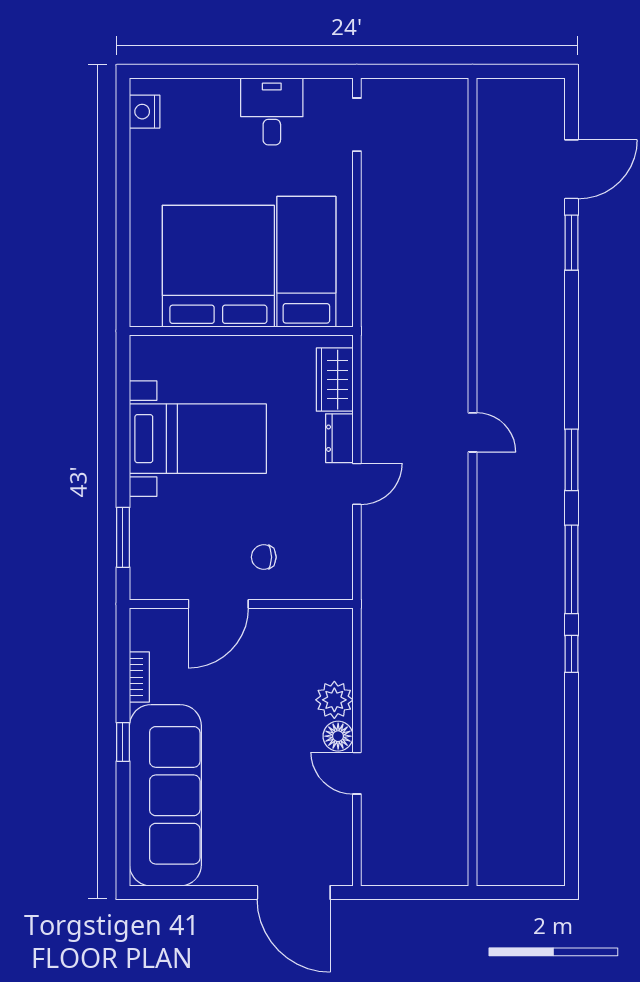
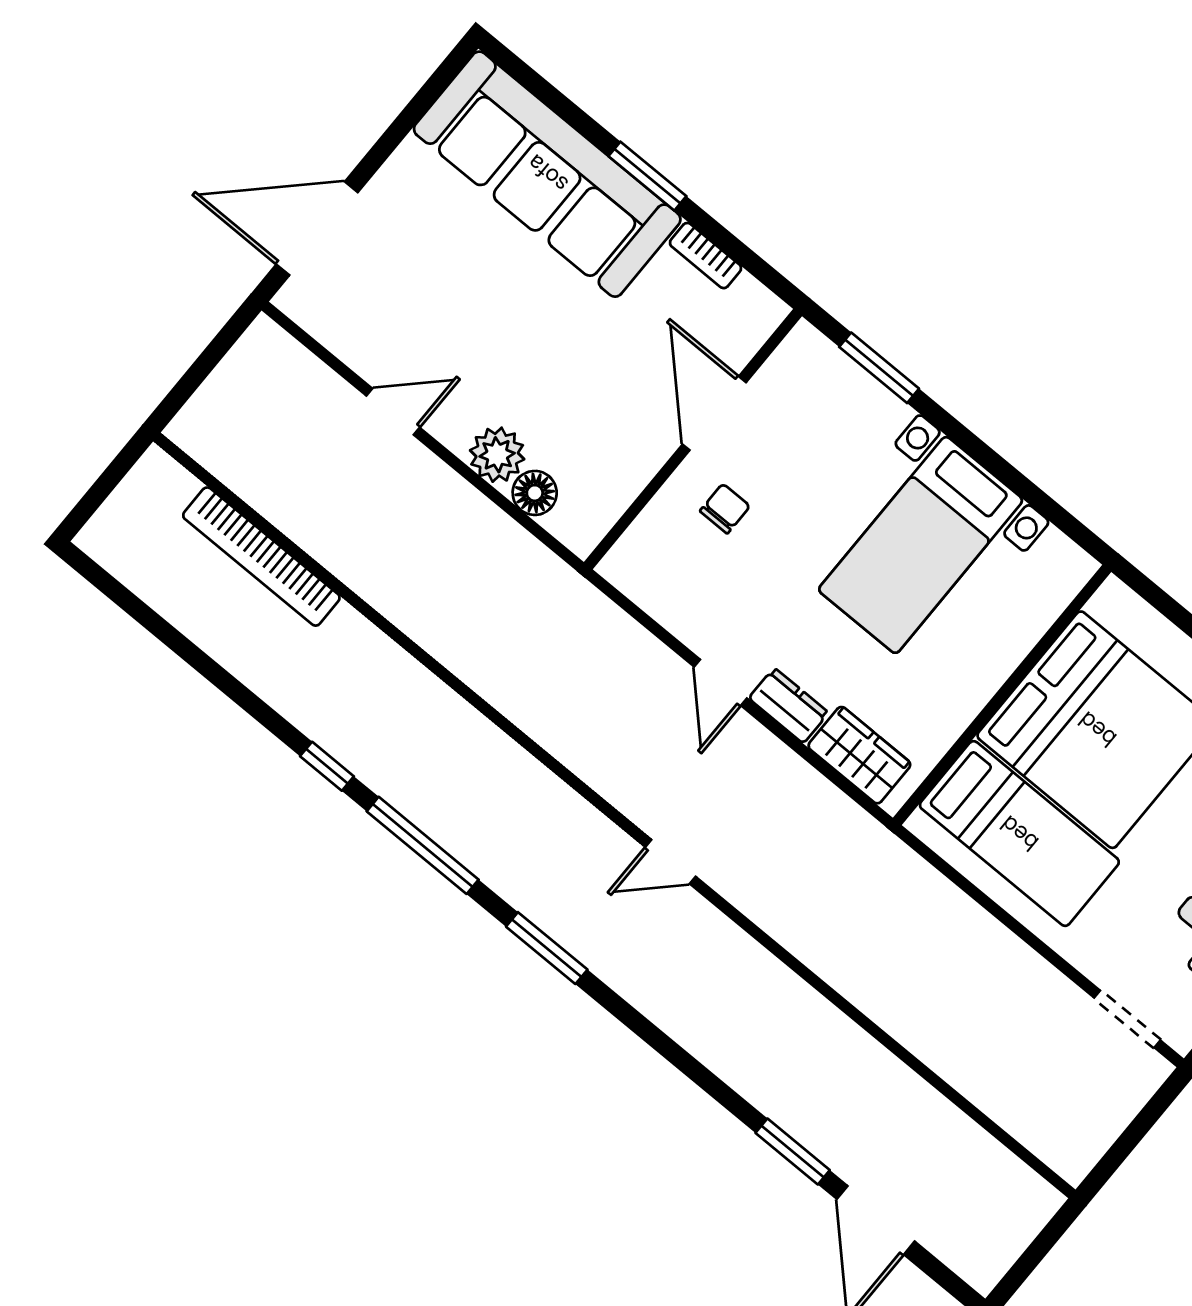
floor lamp: (338, 736) -> (535, 493), moved
window: (123, 742) -> (647, 176), width x1.50
bookcase: (490, 779) -> (261, 557), added

